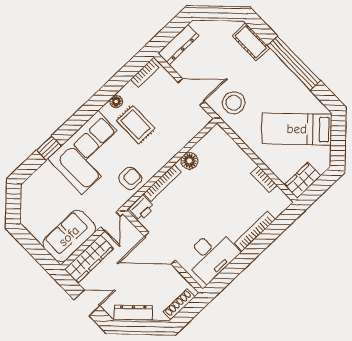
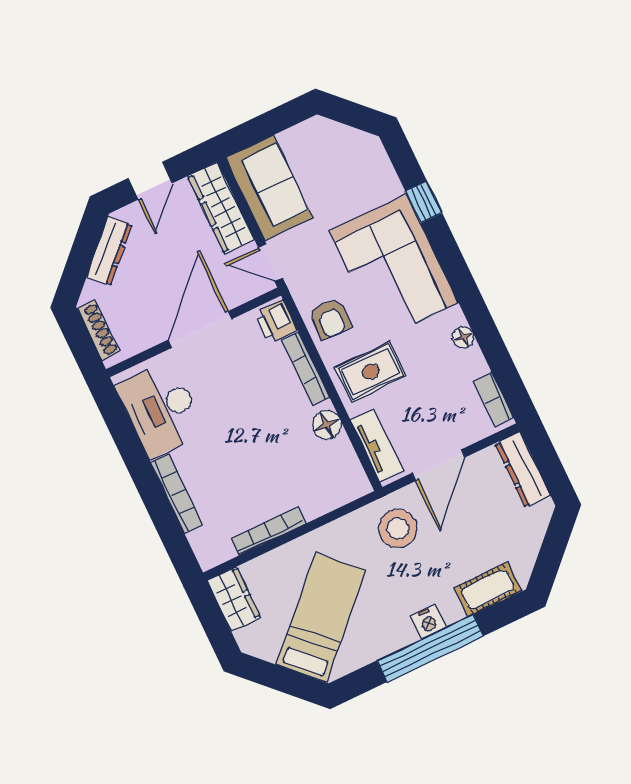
nightstand: (280, 69) -> (428, 622), added
rug: (136, 124) -> (371, 372), moved
tv unit: (192, 129) -> (377, 445), added
bookcase: (264, 179) -> (269, 531), width x1.56

